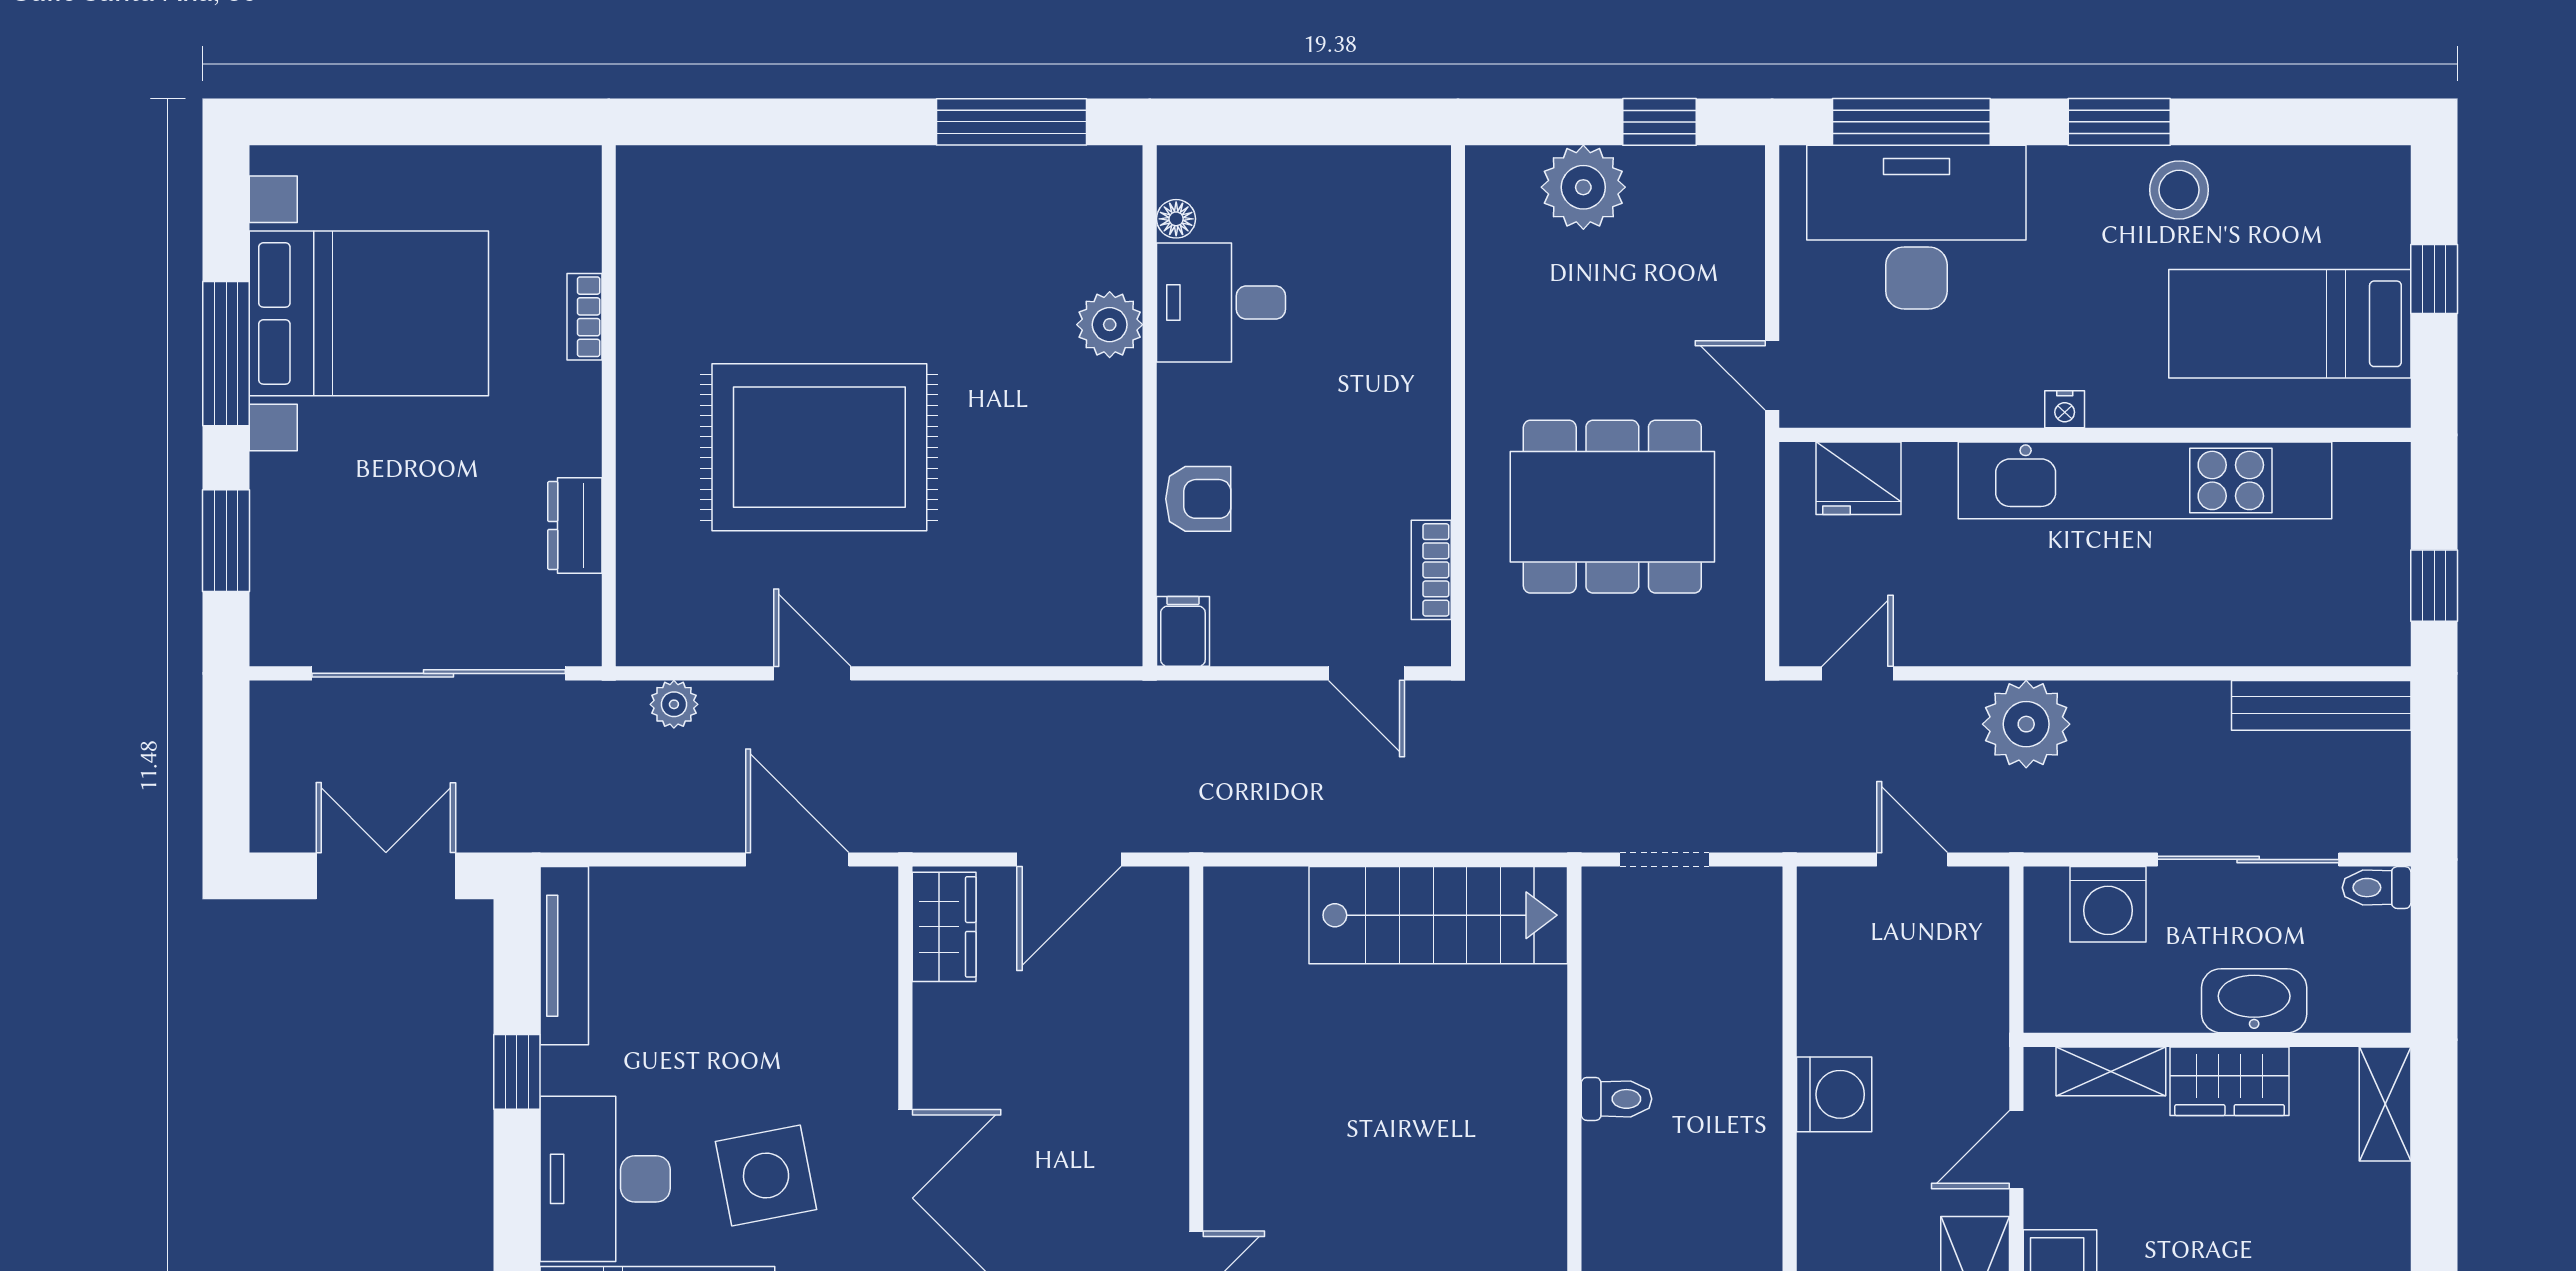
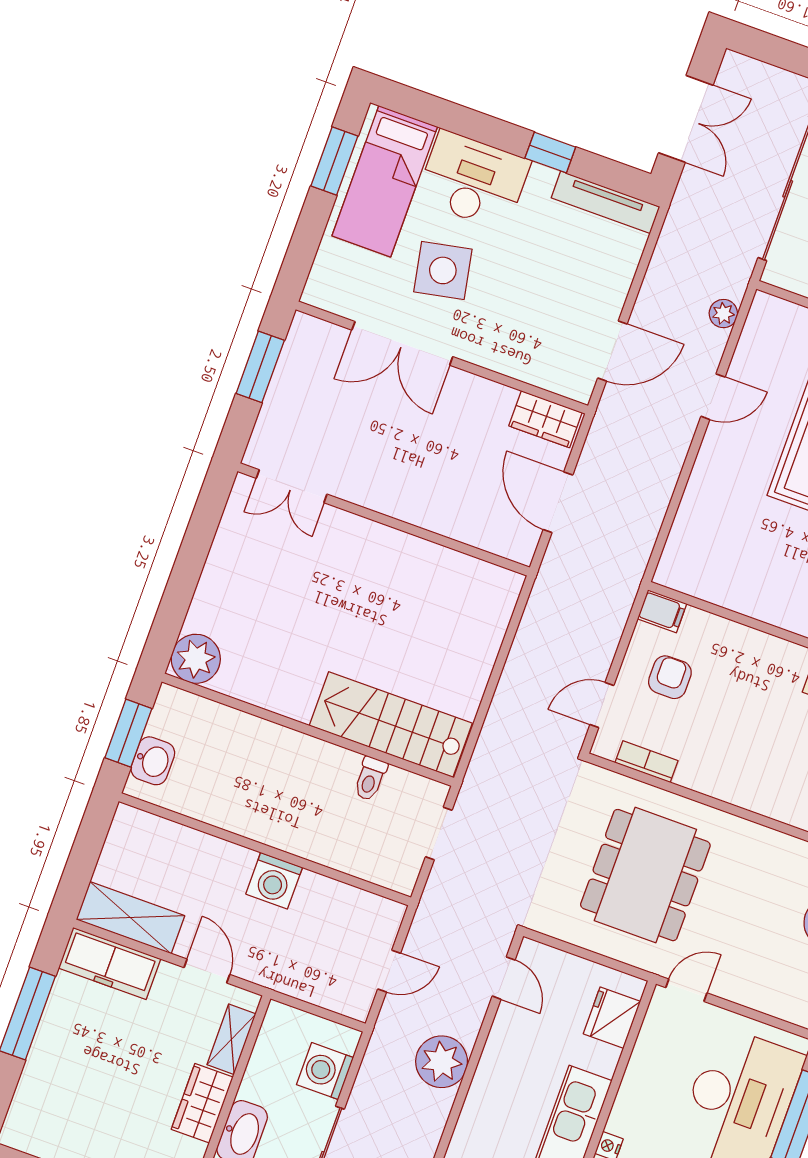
armchair: (1198, 499) -> (670, 677), moved, turned 180
stairs: (1438, 915) -> (391, 724), moved, turned 90
toilet: (1617, 1099) -> (370, 779), moved

